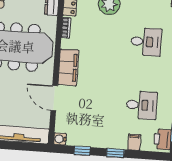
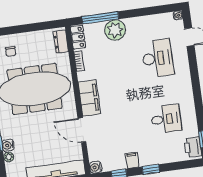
desk: (146, 42) -> (158, 58), width x1.37
filing cabinet: (134, 142) -> (132, 160), moved

